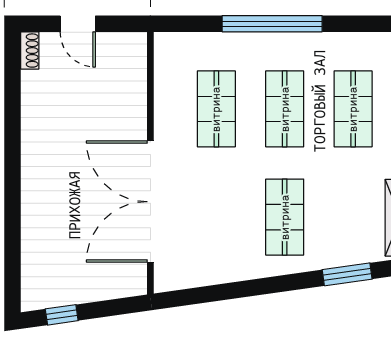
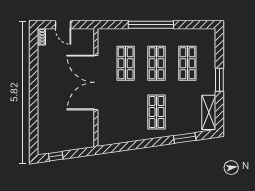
double door: (150, 202) -> (96, 82), moved

